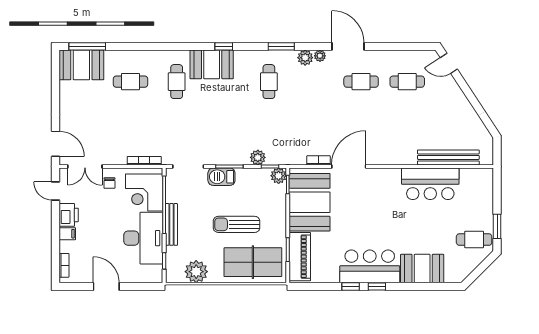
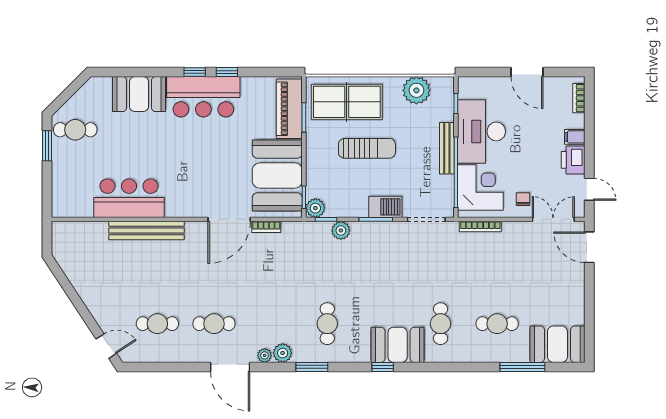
window: (87, 46) -> (522, 367), moved
bench: (448, 157) -> (147, 231), moved

